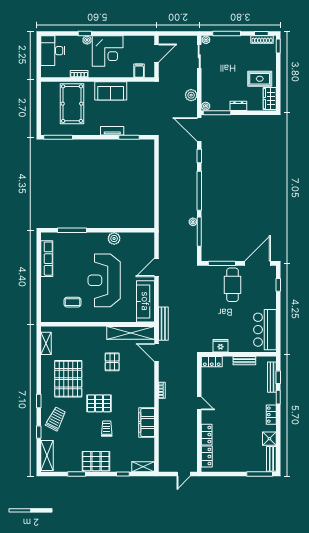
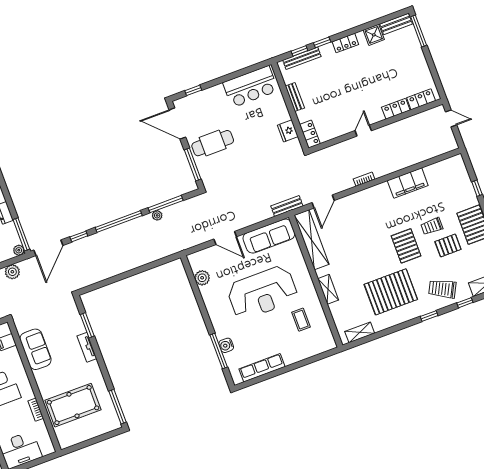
sofa: (111, 91) -> (36, 349), moved
water cooler: (74, 238) -> (226, 345), added
plant: (114, 239) -> (202, 278), moved
bench: (163, 324) -> (287, 206), width x0.73
pallet: (112, 362) -> (448, 245), moved
shelving: (143, 467) -> (328, 289), moved

